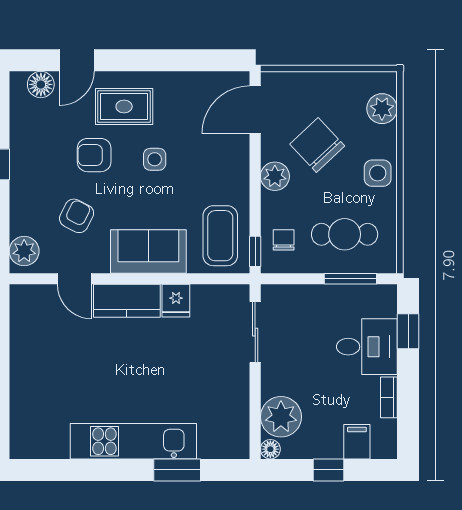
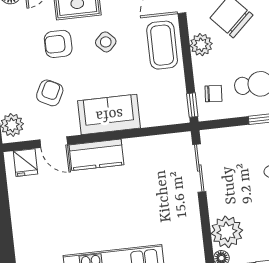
side table: (155, 159) -> (106, 42), turned 45
coffee table: (220, 236) -> (162, 45), moved
chair: (284, 240) -> (213, 94), turned 94
fridge: (176, 301) -> (25, 163), moved

